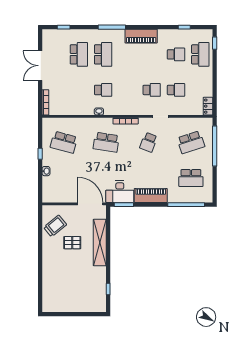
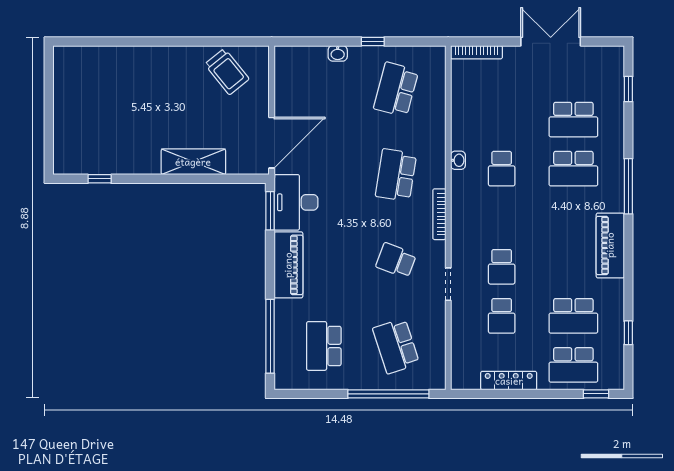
school desk: (176, 54) -> (573, 316), width x1.85
locker: (208, 106) -> (509, 381), moved, width x1.53
pallet: (72, 243) -> (193, 106), removed
shelving: (100, 243) -> (193, 162), width x0.68

